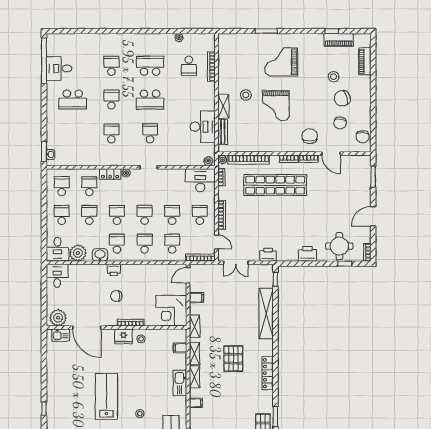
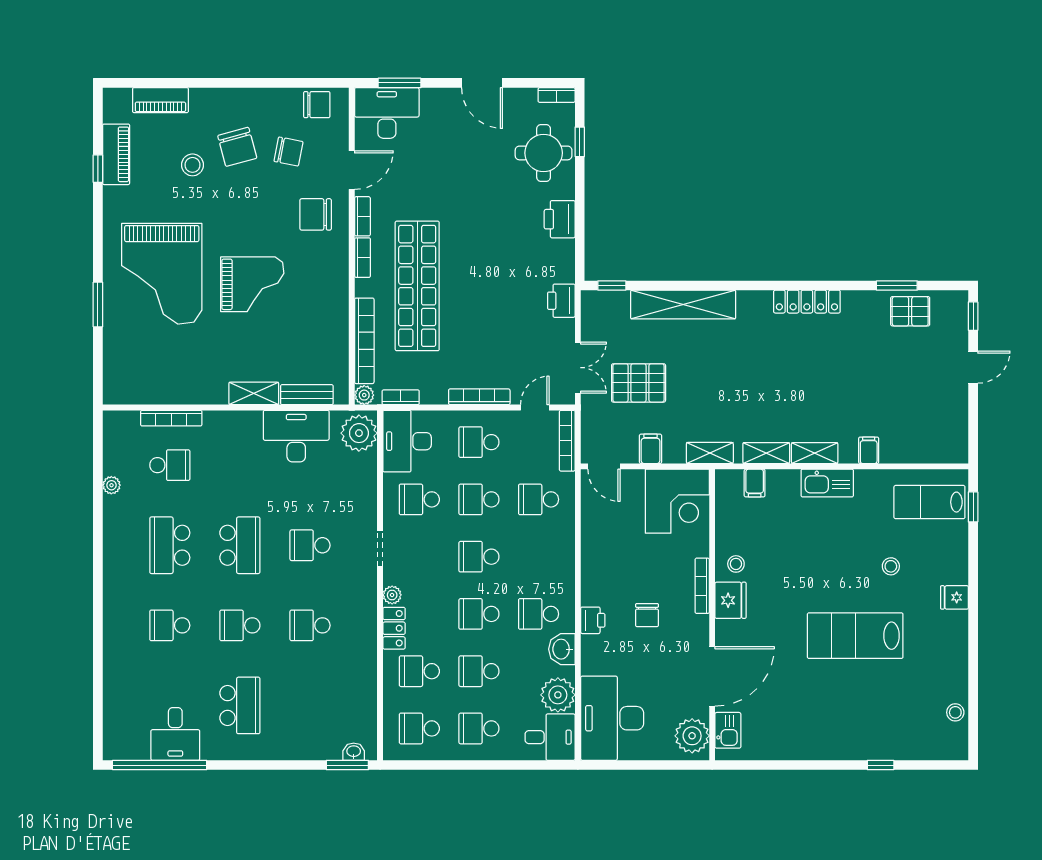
grand piano: (281, 62) -> (162, 274), width x1.37, depth x1.48
stool: (246, 95) -> (230, 347), removed
plant: (208, 161) -> (359, 433), width x1.88, depth x1.88
desk: (359, 170) -> (387, 113), added
school desk: (145, 244) -> (419, 499), moved
desk: (57, 276) -> (612, 718), width x1.87, depth x1.30
pallet: (233, 359) -> (639, 383), moved

